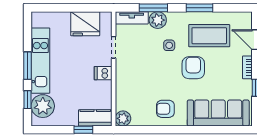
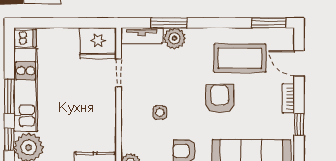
window: (200, 8) -> (269, 23), moved
fridge: (85, 24) -> (98, 43), moved
side table: (169, 45) -> (160, 113), moved
dishwasher: (103, 73) -> (25, 38), moved, turned 180

